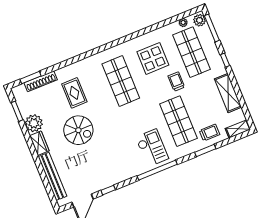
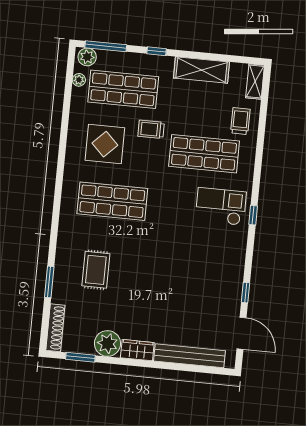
window: (30, 78) -> (49, 282), moved
shoe rack: (41, 81) -> (55, 328), moved
rug: (74, 93) -> (96, 270), turned 90
spiral stairs: (78, 130) -> (147, 290), removed
window: (205, 150) -> (261, 139), removed
window: (157, 170) -> (253, 215), width x0.32

